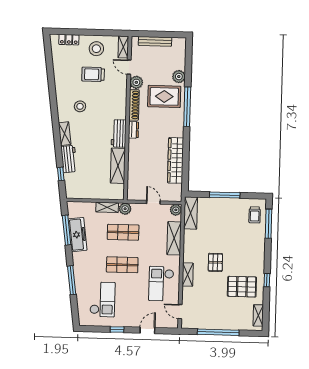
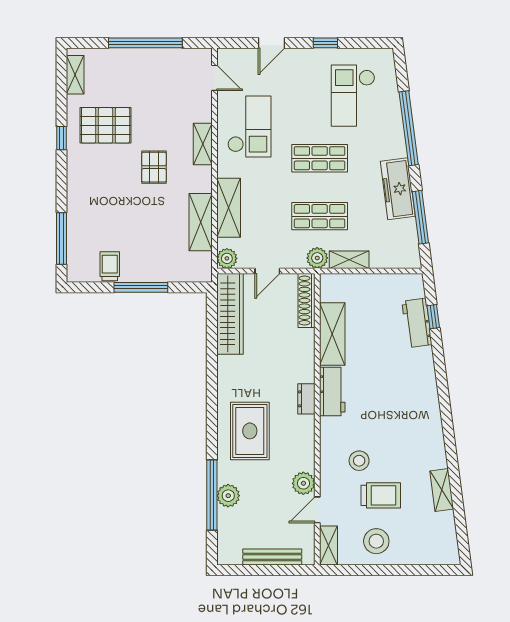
locker: (69, 40) -> (426, 556), removed
door: (129, 67) -> (317, 510), swing flipped
rug: (164, 96) -> (250, 431), moved, turned 90
shoe rack: (134, 105) -> (306, 301), moved
stool: (80, 106) -> (359, 461), moved
window: (187, 107) -> (212, 495), moved
shelving: (65, 134) -> (442, 490), moved
workbench: (69, 159) -> (417, 323), moved
wardrobe: (176, 160) -> (230, 314), moved
door: (153, 202) -> (267, 271), hinge flipped
shelving: (191, 213) -> (201, 222), moved
trolley: (255, 215) -> (110, 266), moved
freezer: (78, 235) -> (398, 189), moved
window: (72, 280) -> (409, 128), width x1.46

